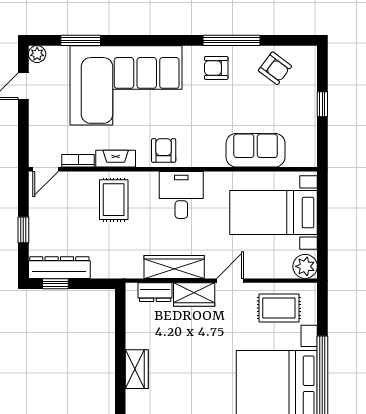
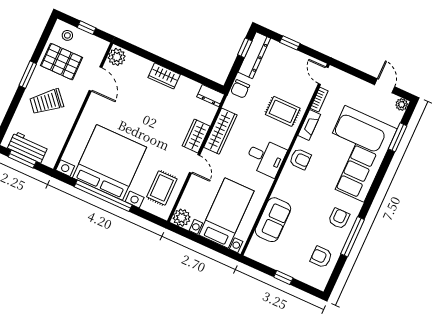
armchair: (275, 68) -> (321, 257), turned 53
chair: (110, 266) -> (240, 89), added
dresser: (155, 292) -> (211, 96), moved, turned -90

